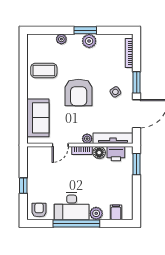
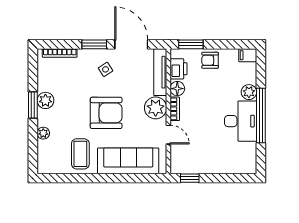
sofa: (38, 118) -> (128, 161), width x1.36
plant: (87, 139) -> (156, 108), width x1.88, depth x1.88
window: (23, 186) -> (190, 178), moved
armchair: (39, 210) -> (210, 60), moved
filing cabinet: (116, 212) -> (248, 55), moved

